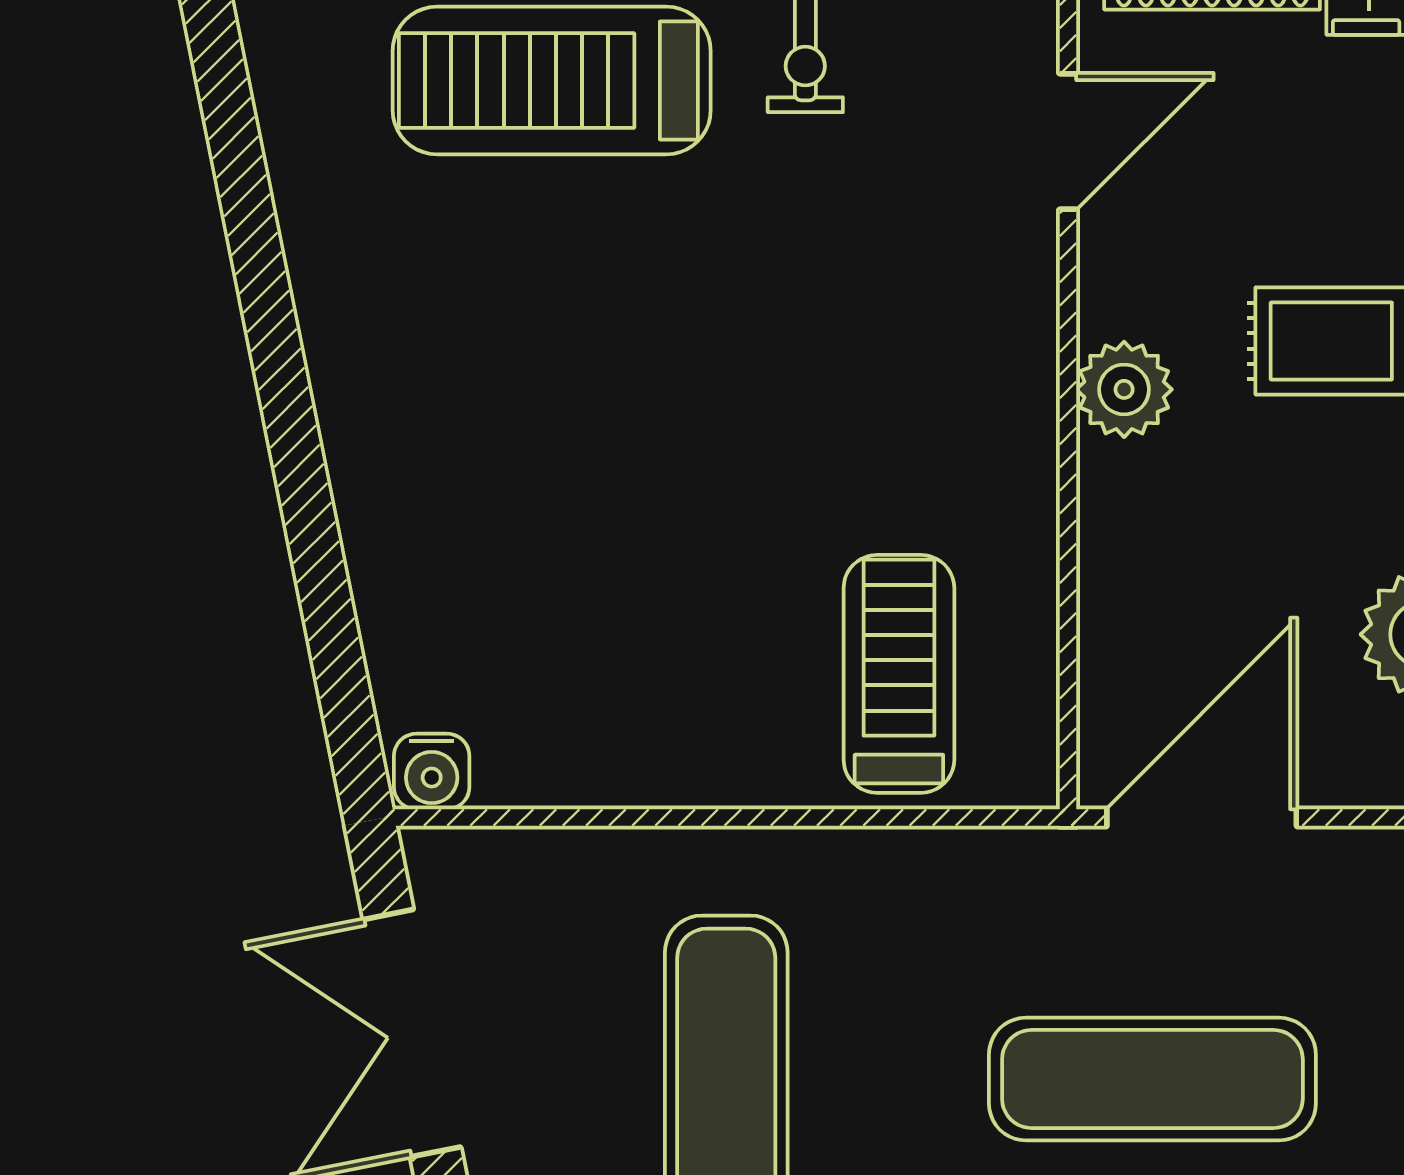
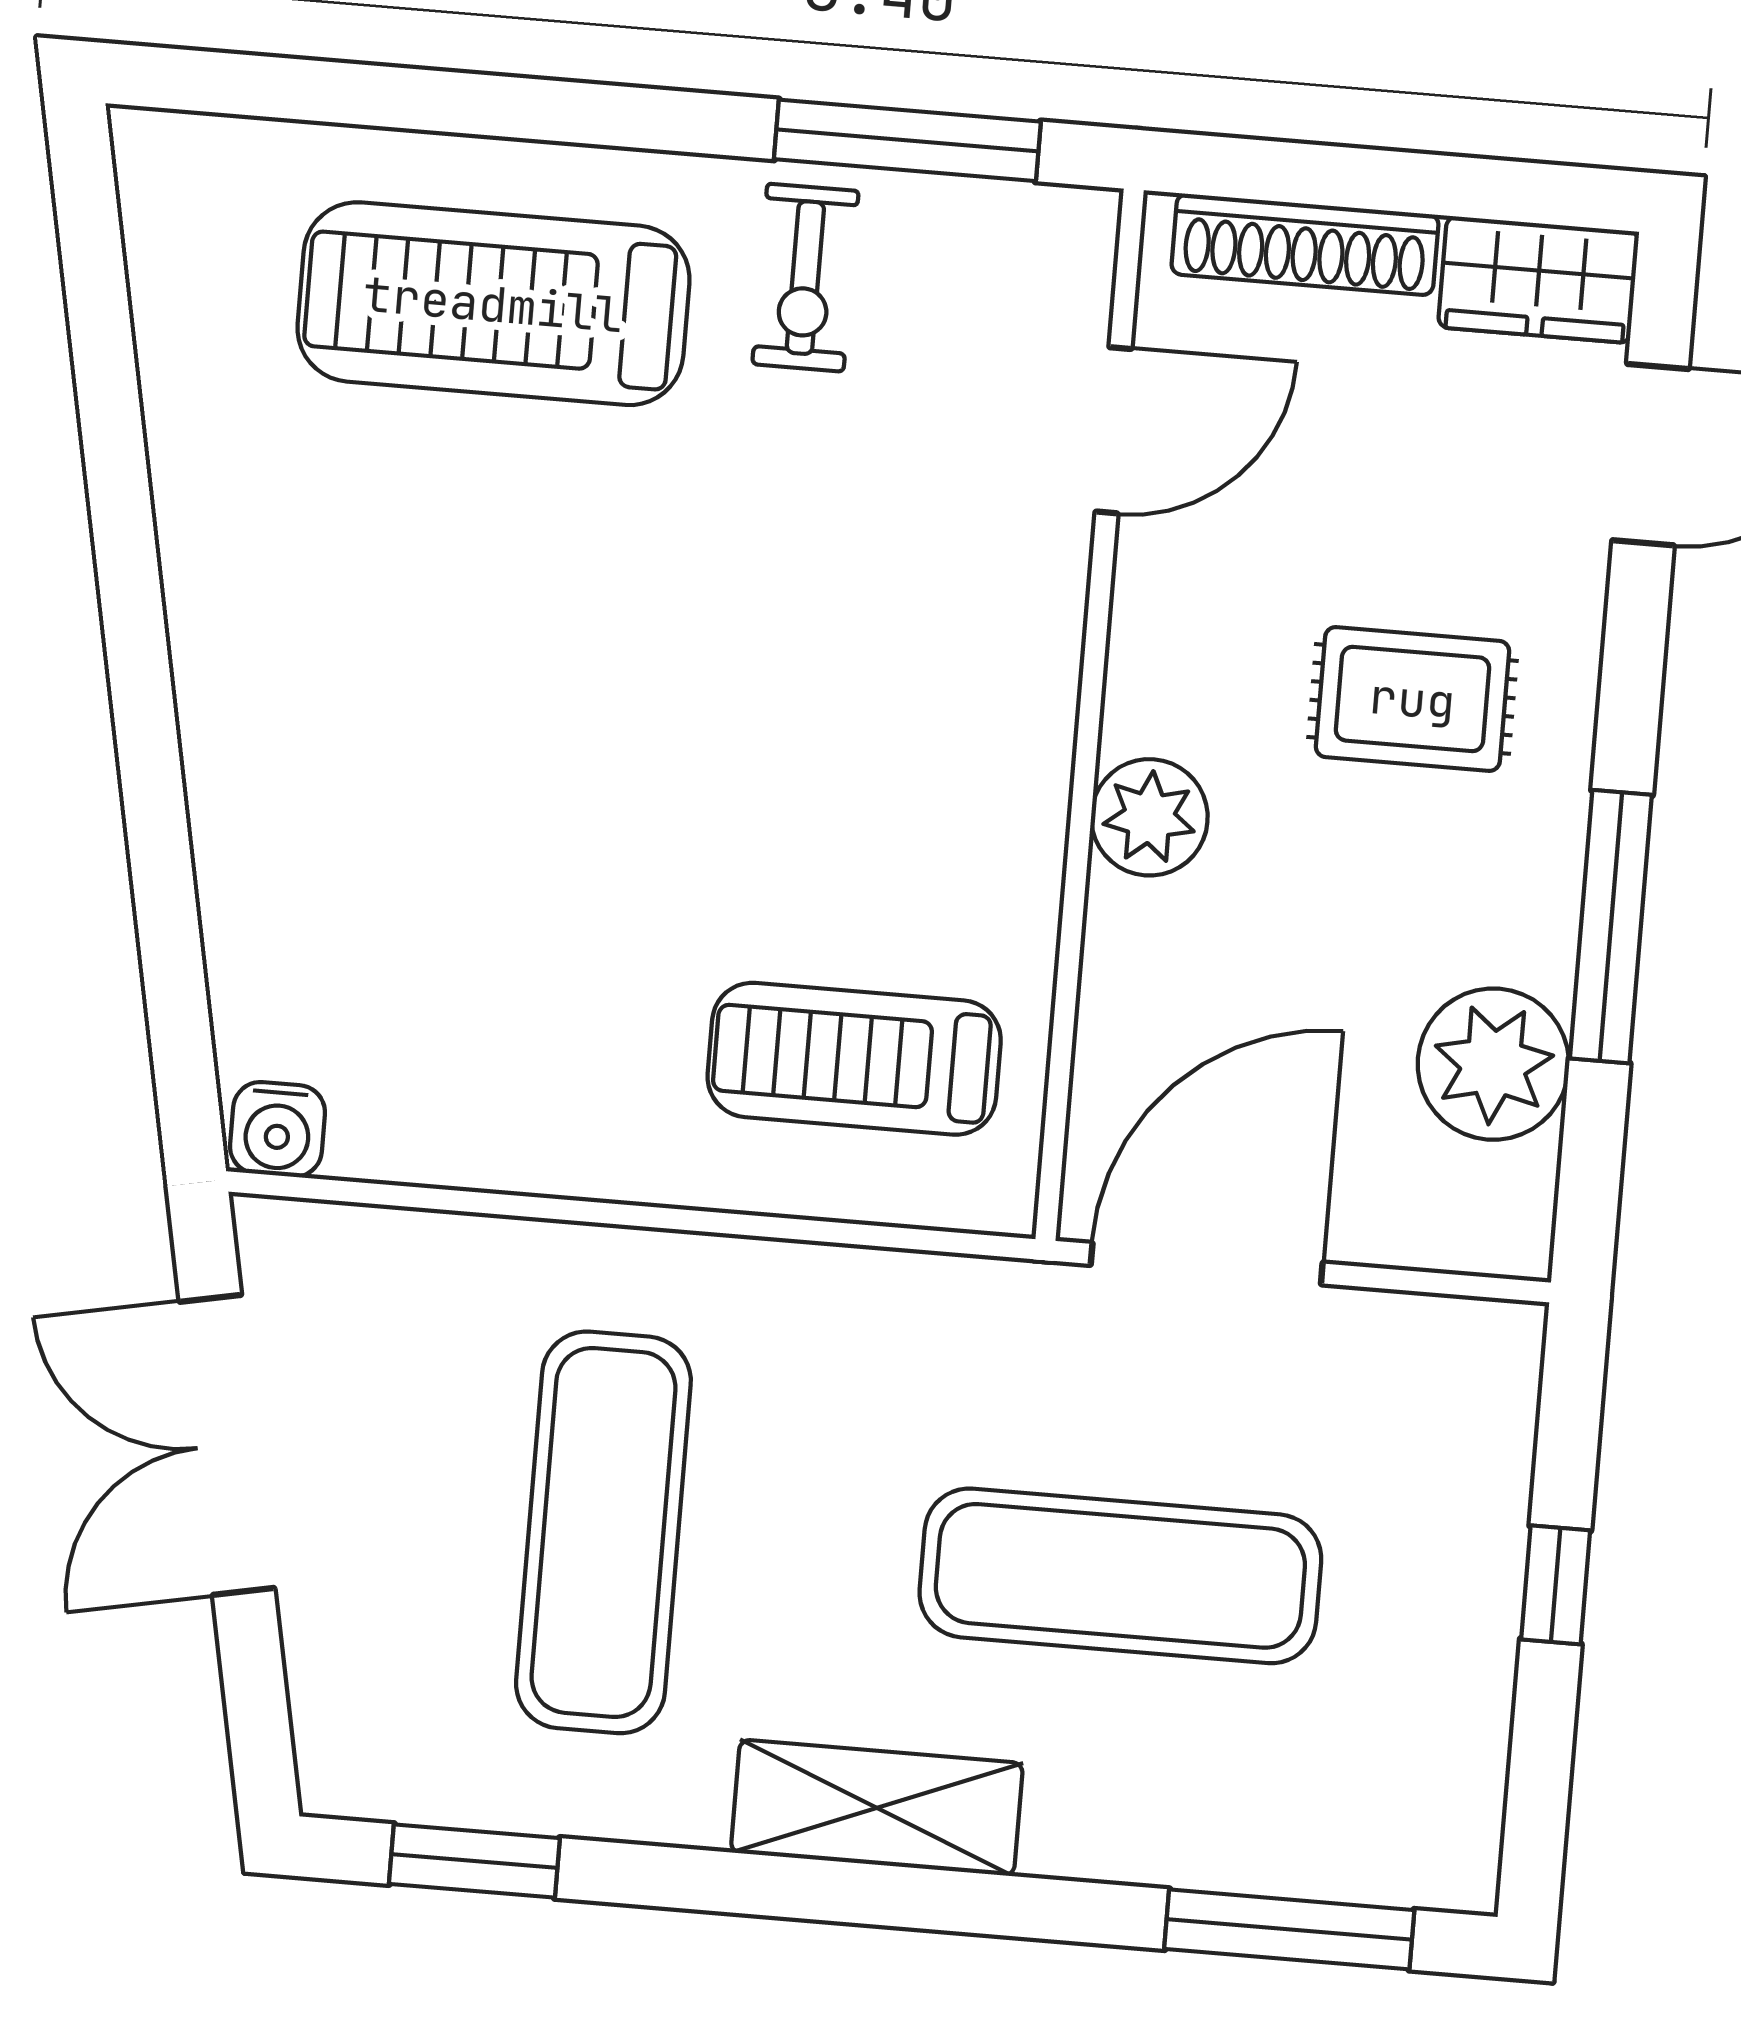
plant: (1124, 389) -> (1149, 817), moved
treadmill: (899, 674) -> (854, 1059), turned -90

